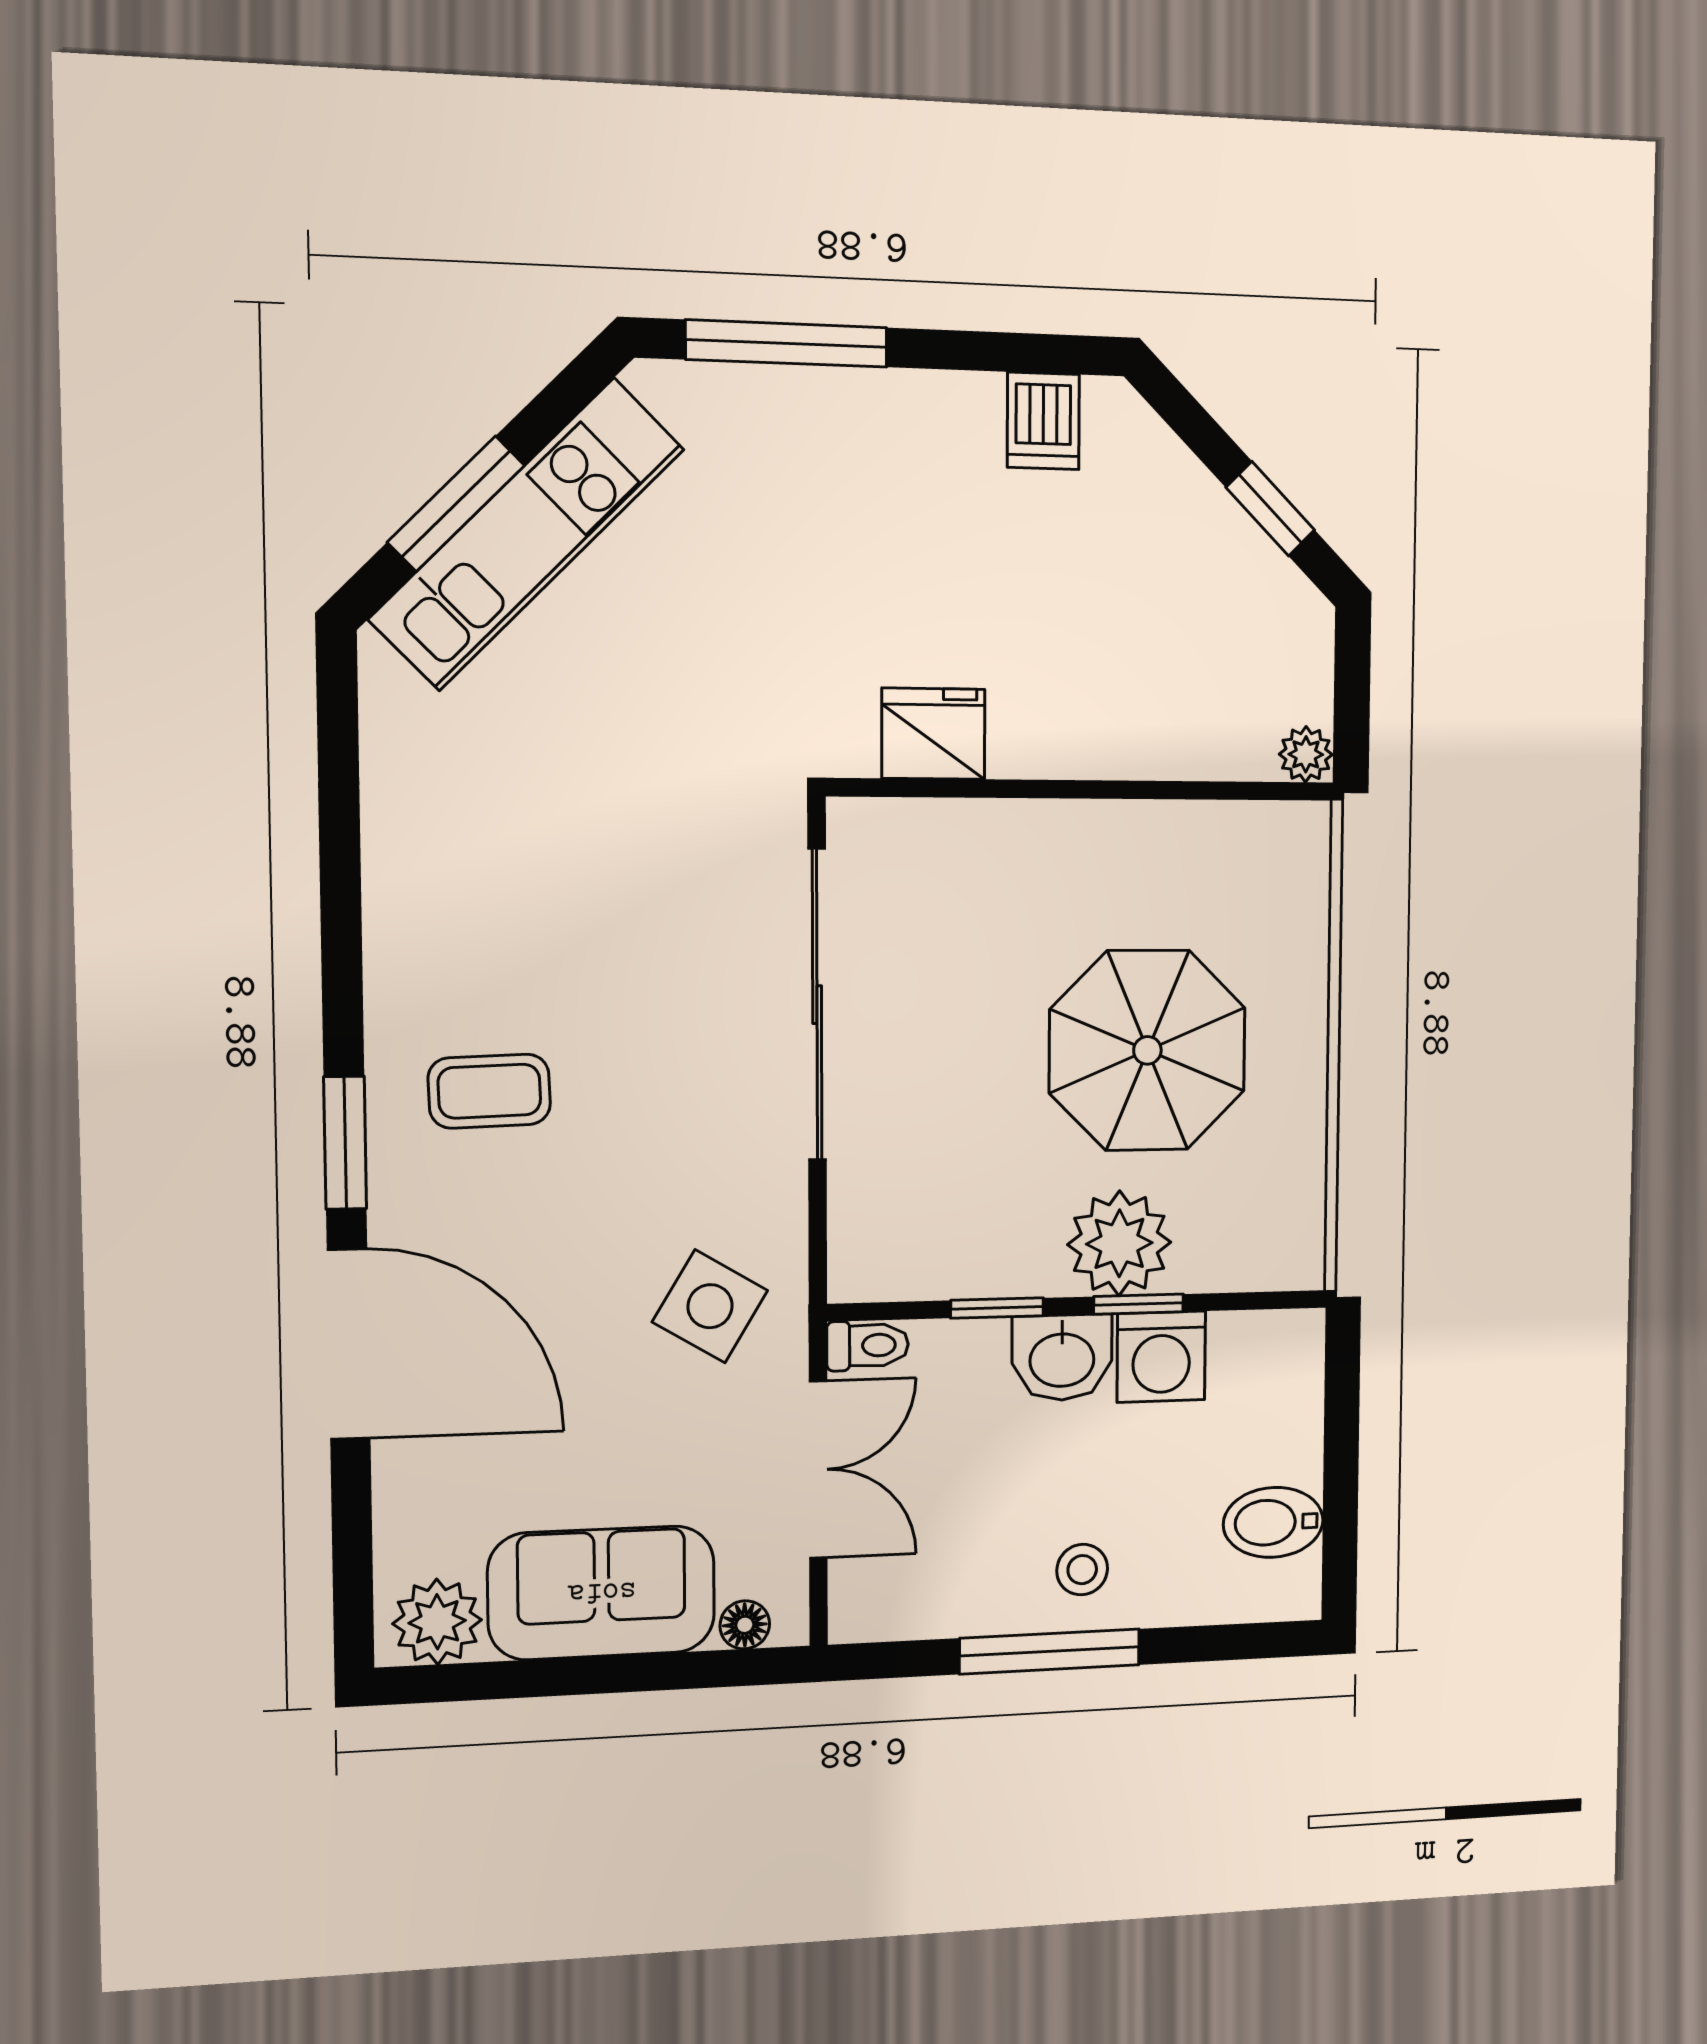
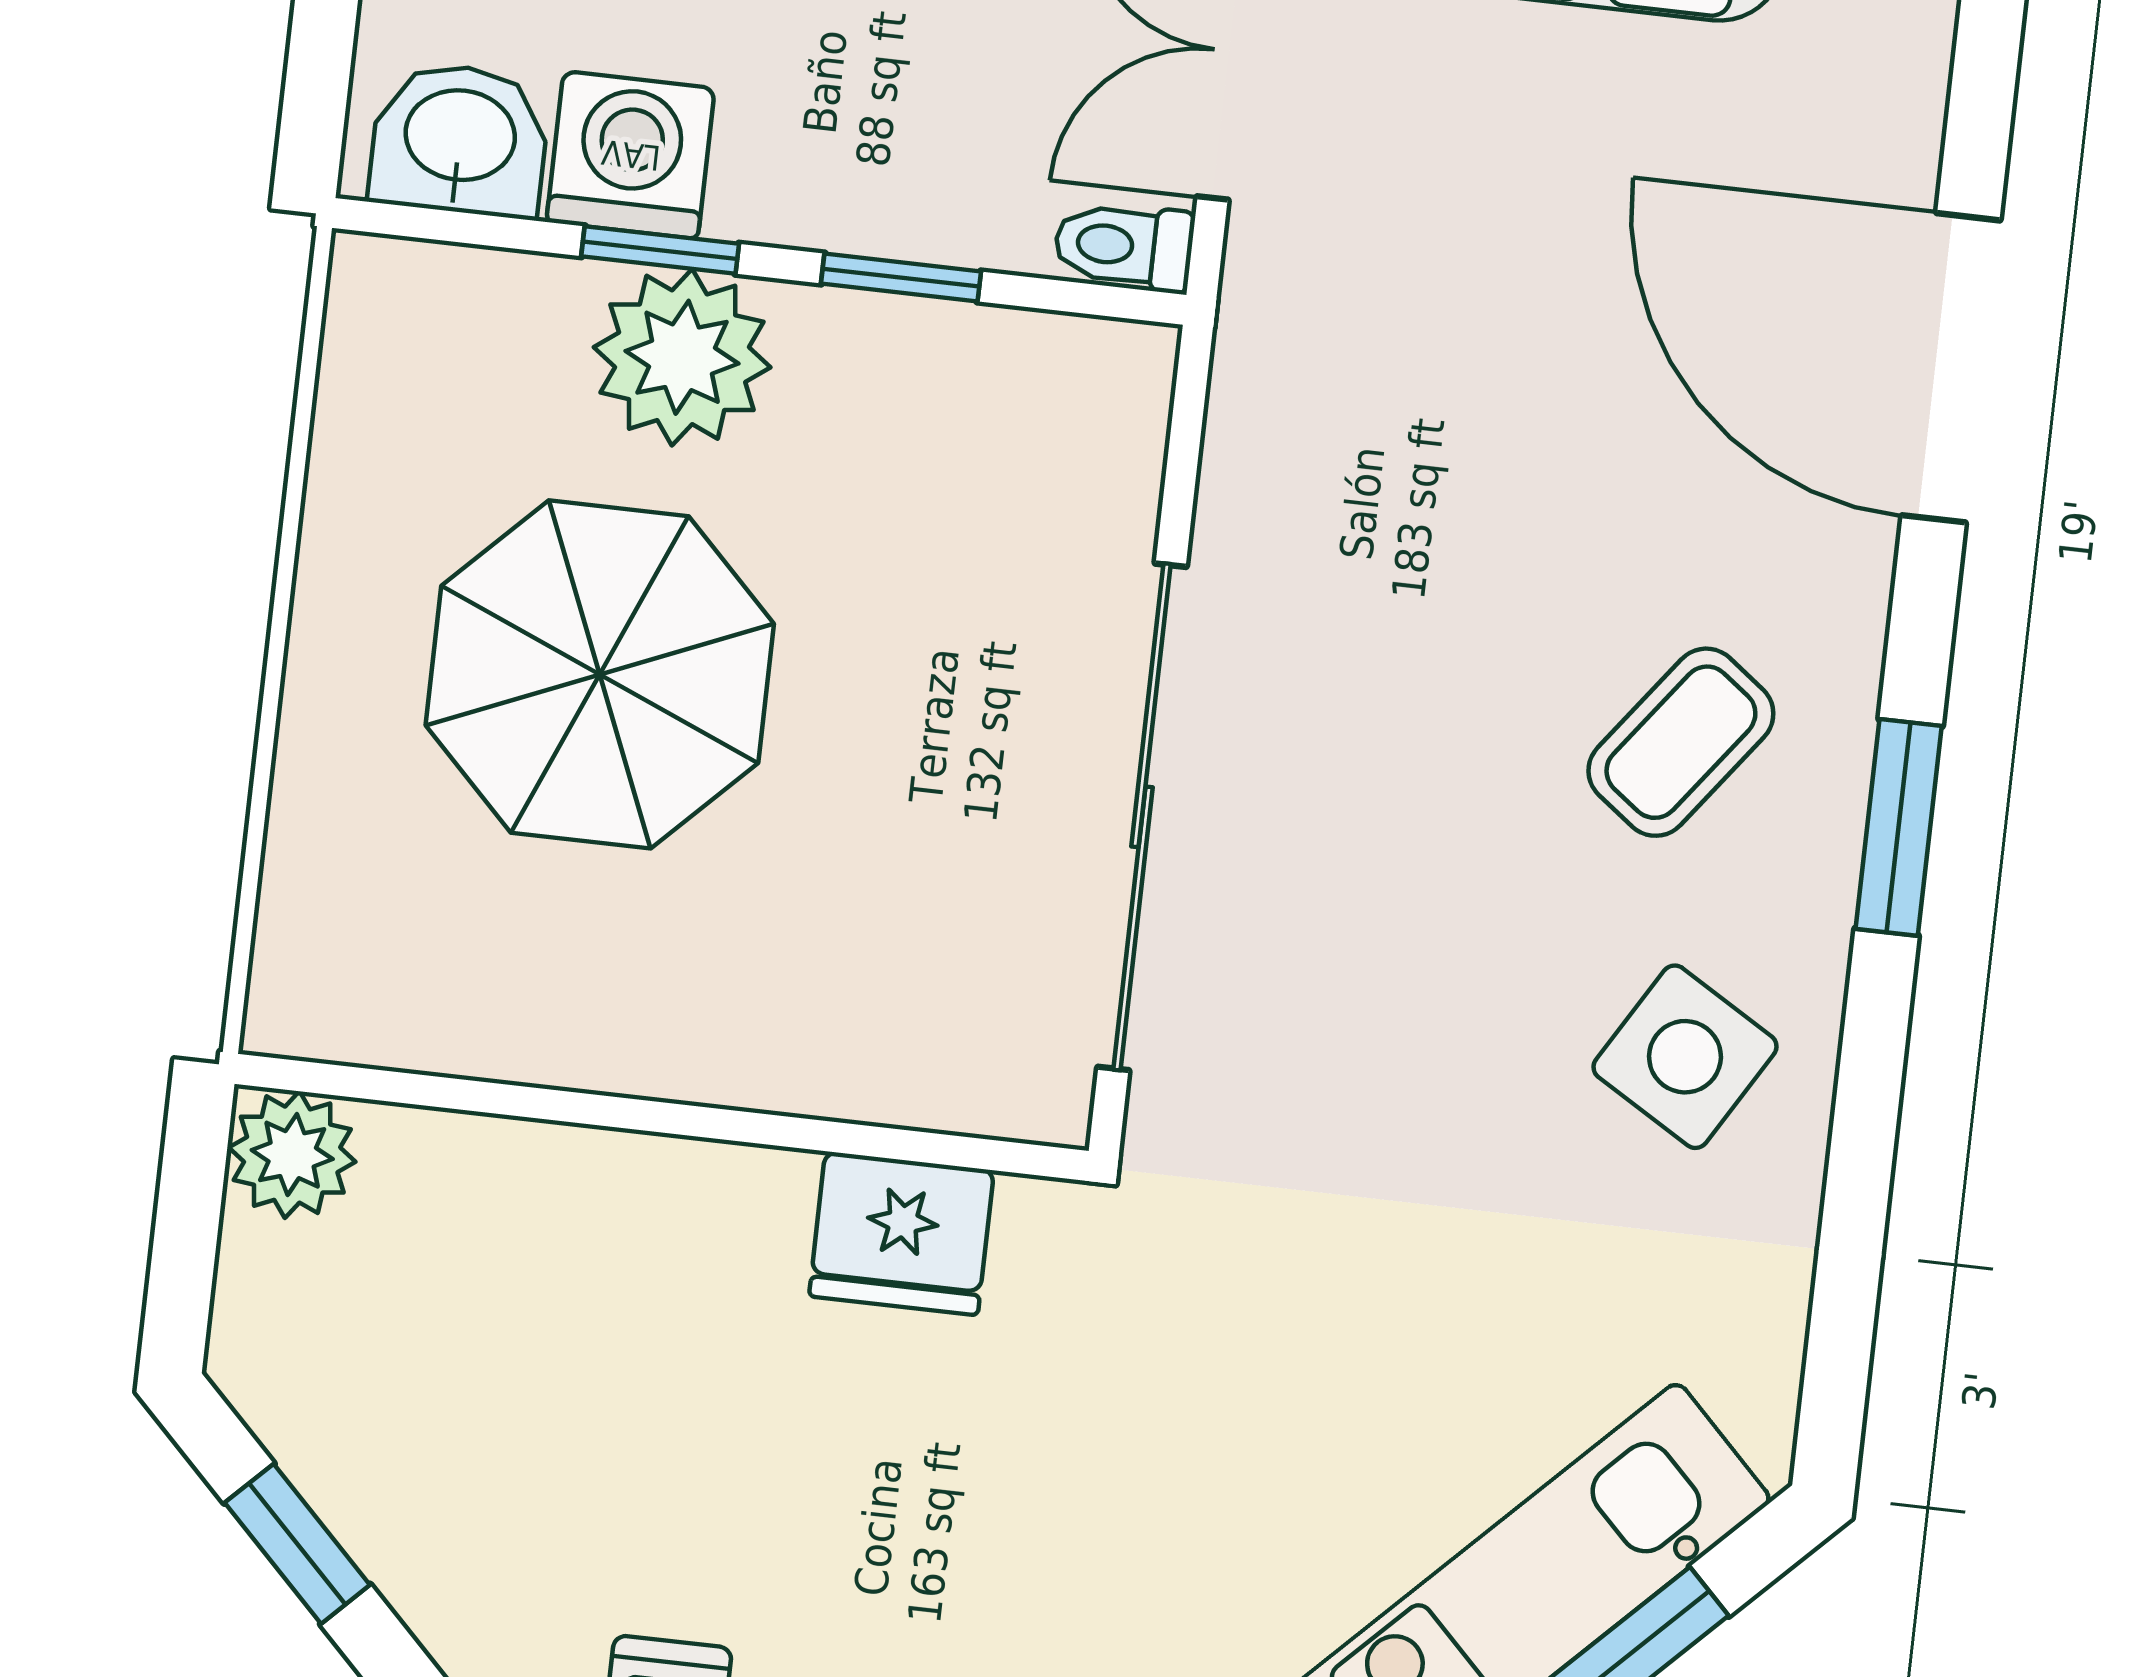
plant: (1306, 754) -> (292, 1155), width x1.38, depth x1.38
coffee table: (489, 1091) -> (1681, 742), turned -51
window: (345, 1143) -> (1899, 827), moved
side table: (710, 1306) -> (1685, 1057), moved
washbasin: (1062, 1358) -> (460, 139), moved

